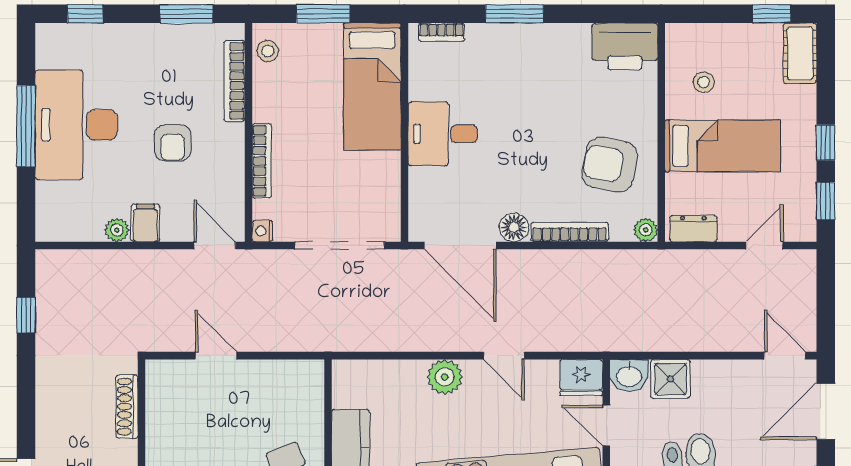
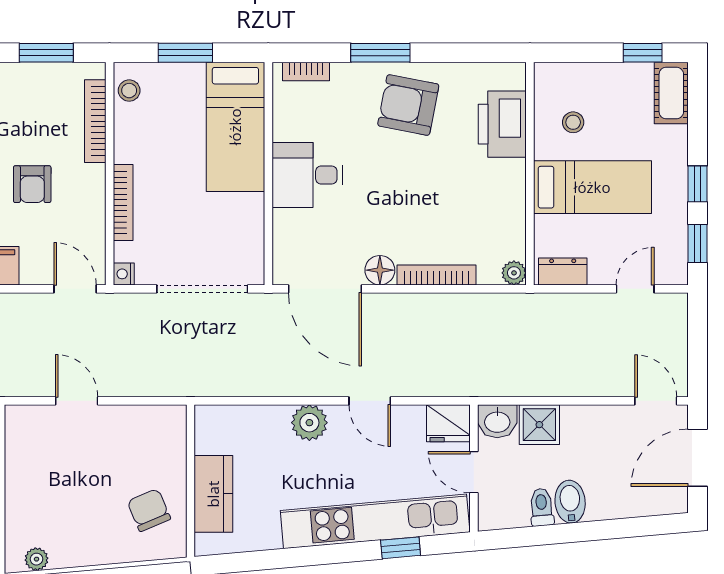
printer: (625, 46) -> (502, 124), moved, turned 90
armchair: (610, 165) -> (408, 105), moved

